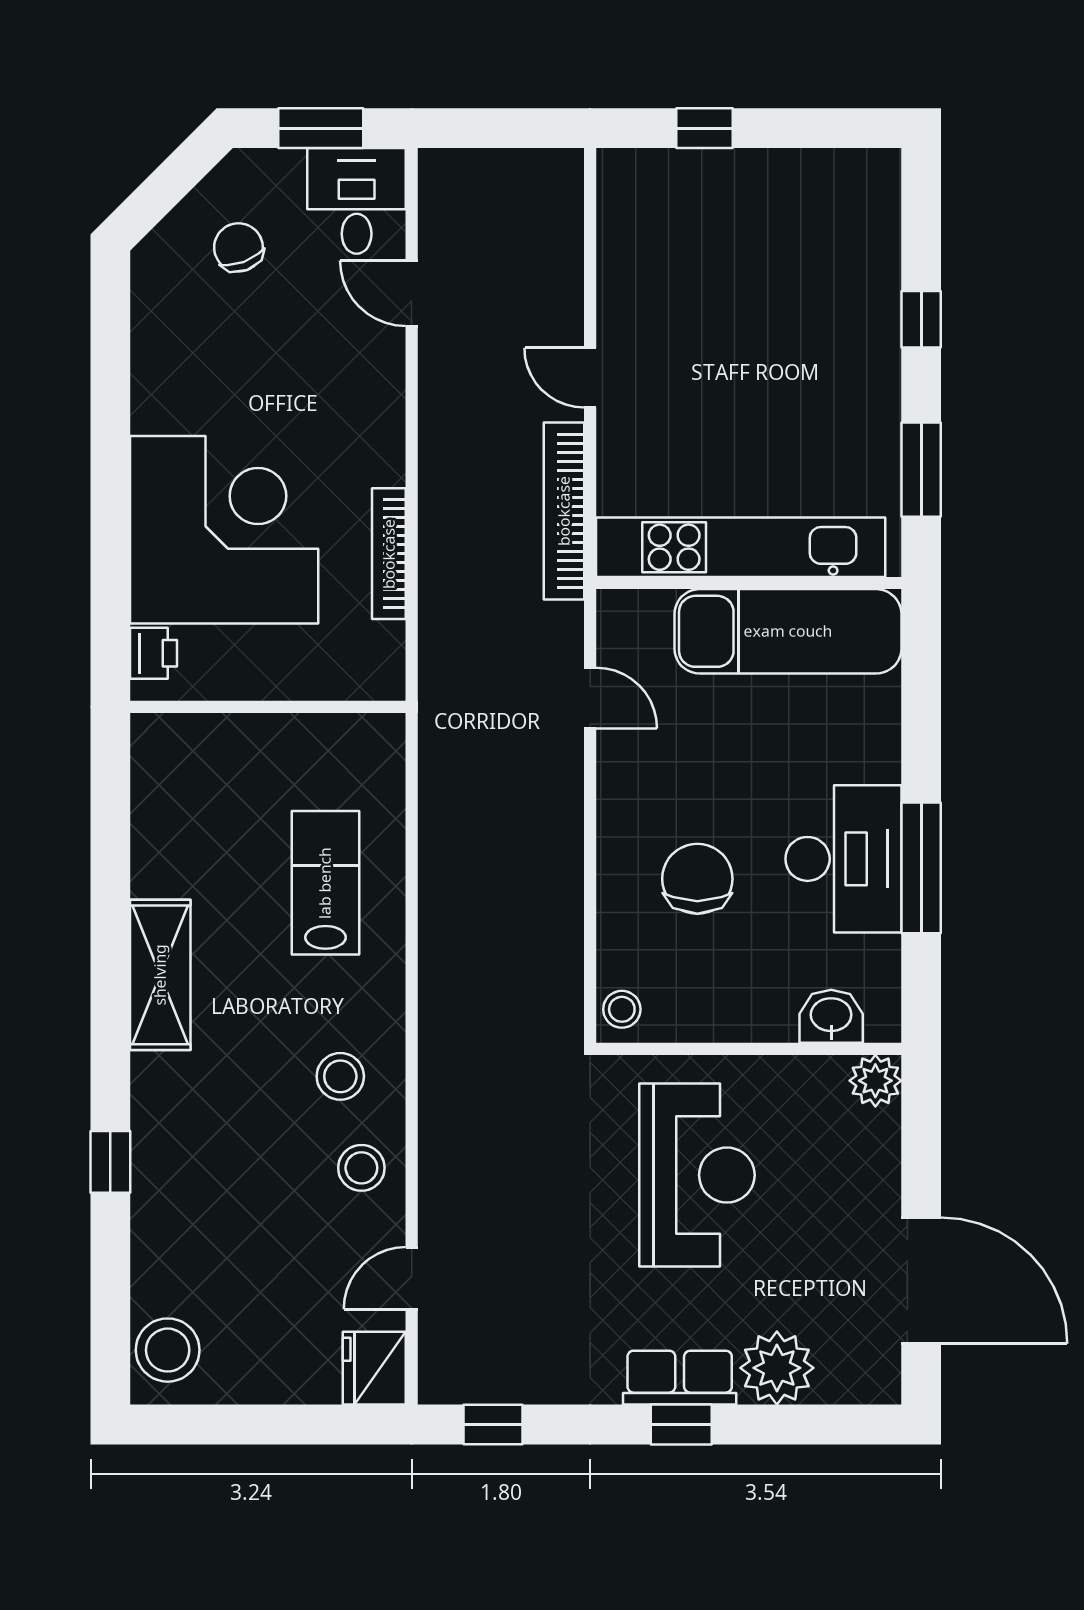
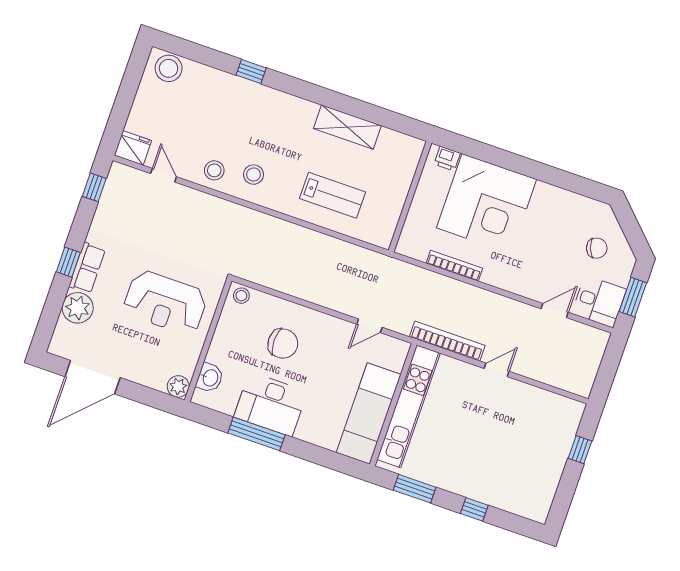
shelving: (160, 975) -> (347, 127), moved

